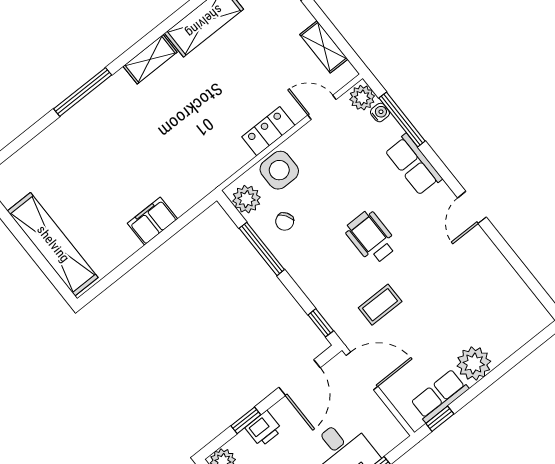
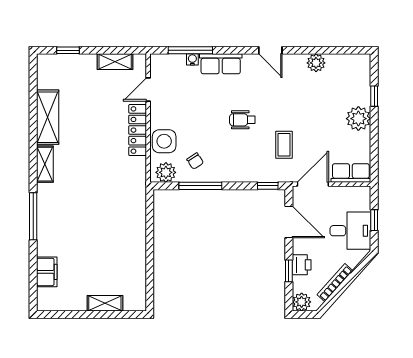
plant: (362, 98) -> (316, 63), moved
water cooler: (380, 113) -> (192, 59), moved
locker: (268, 131) -> (138, 130), width x1.53
filing cabinet: (152, 221) -> (47, 272), moved, turned 180
wheelchair: (371, 237) -> (242, 120), width x0.73, depth x0.73
shelving: (53, 244) -> (105, 303), width x0.45, depth x0.75
row of seats: (440, 396) -> (351, 173), moved, turned 90
window: (440, 419) -> (374, 96), moved

